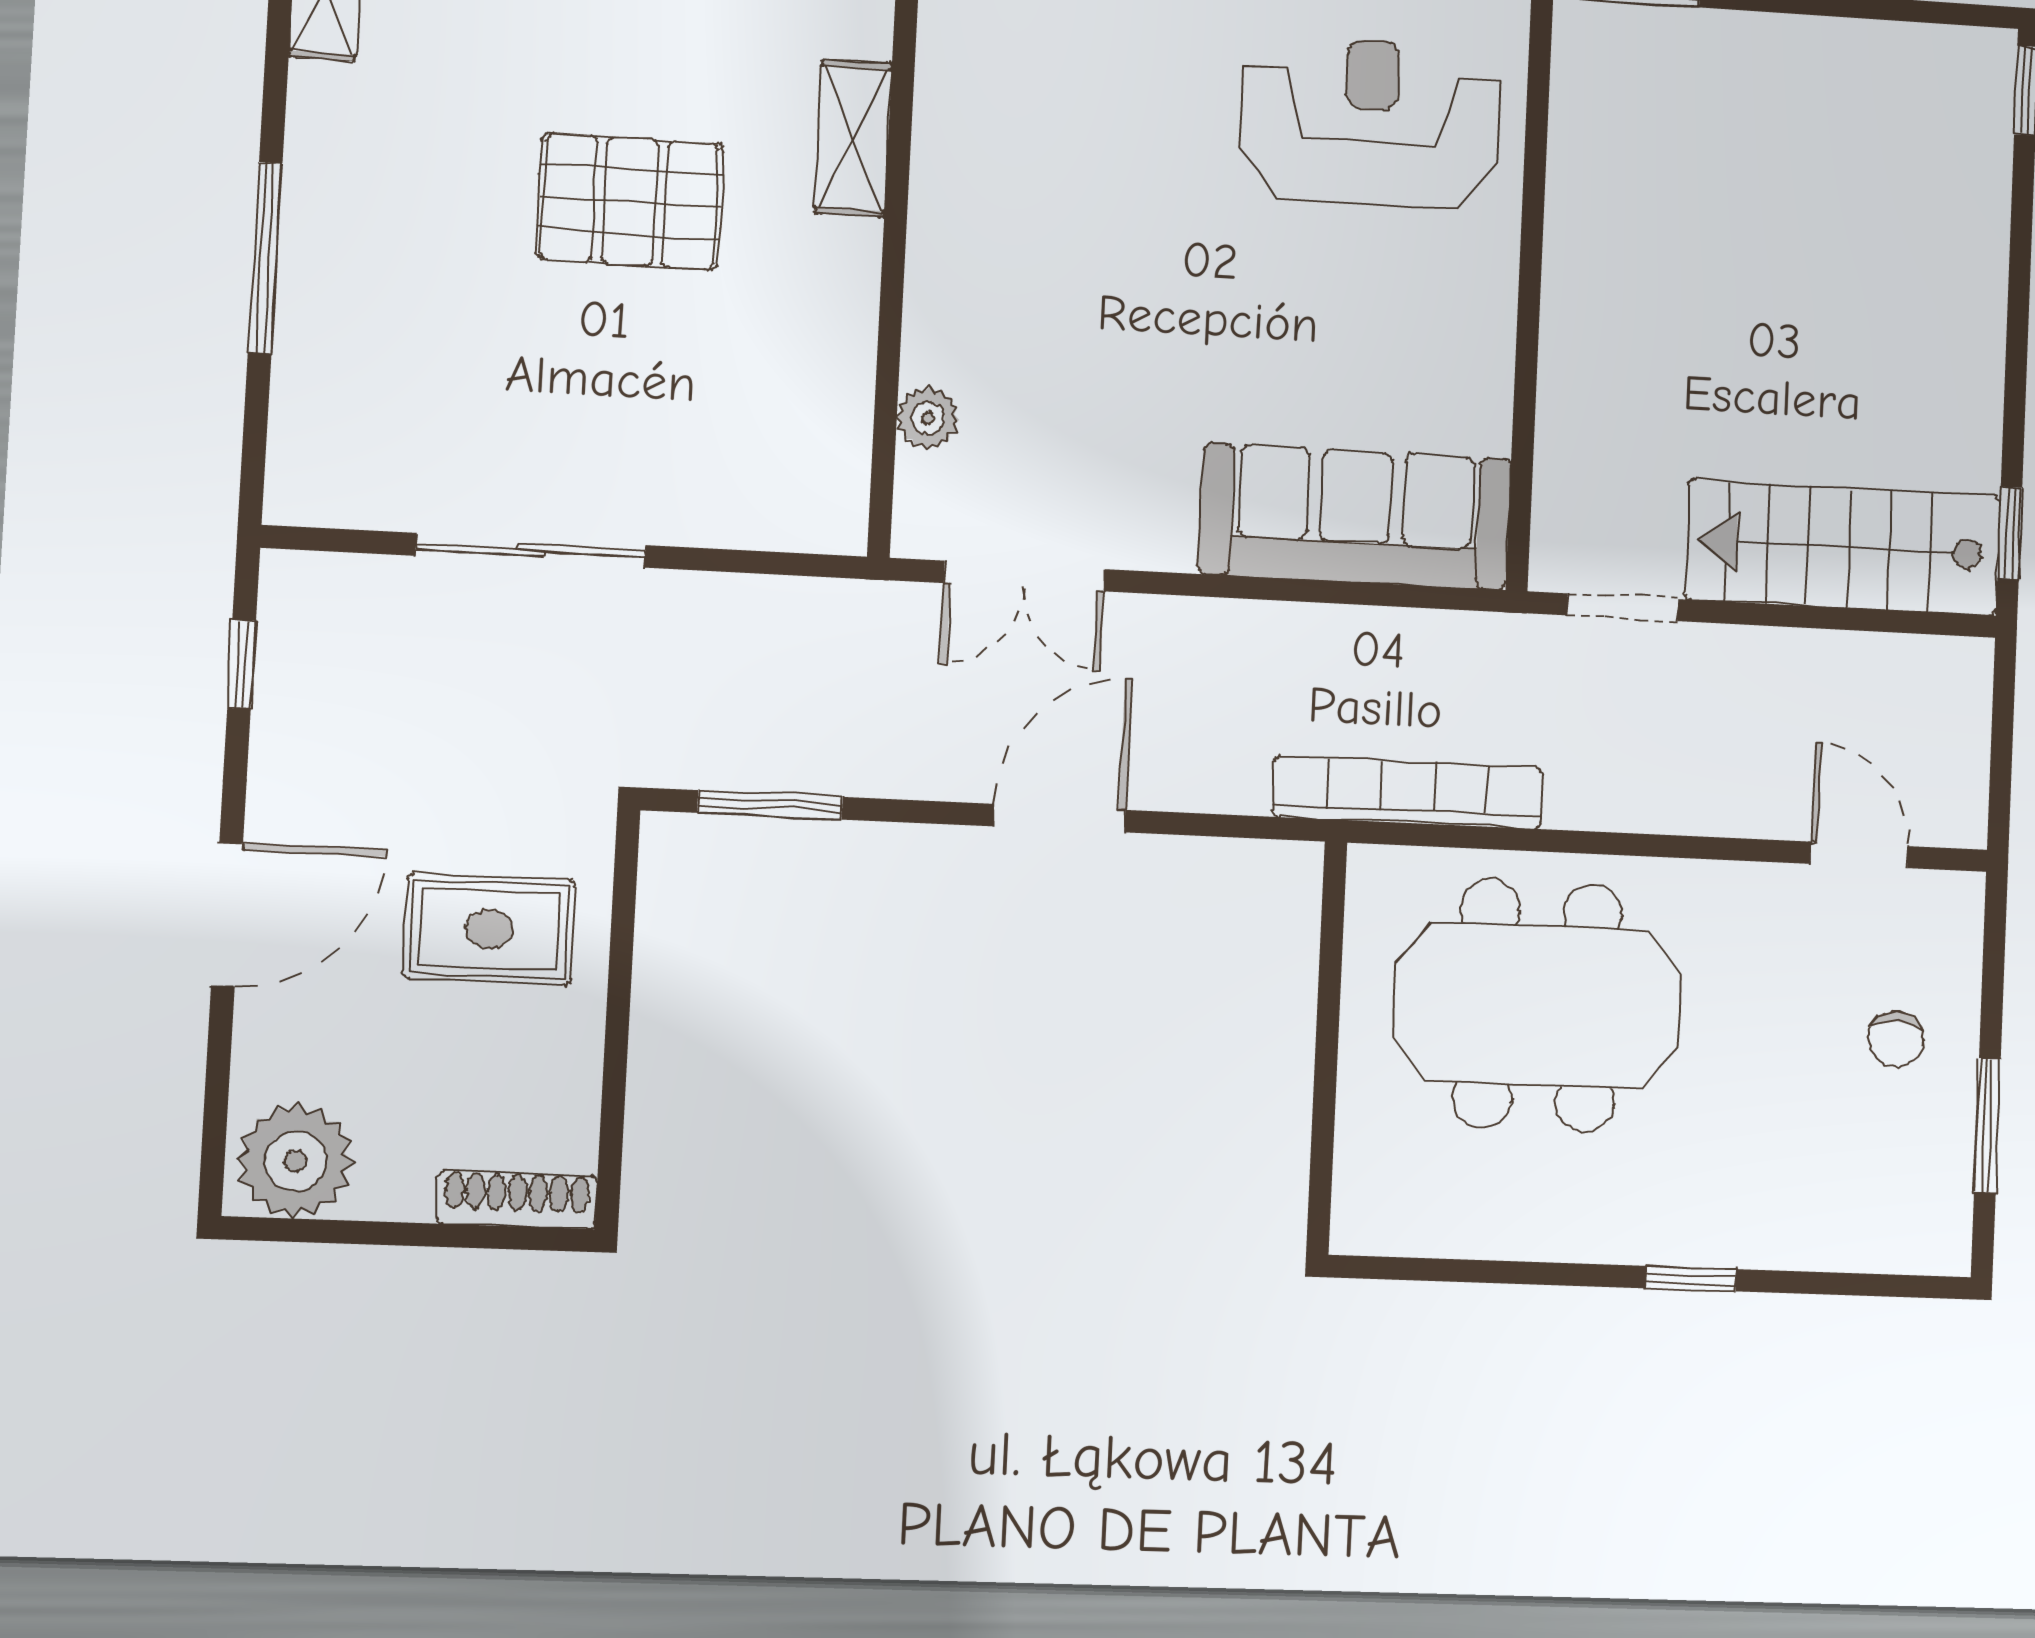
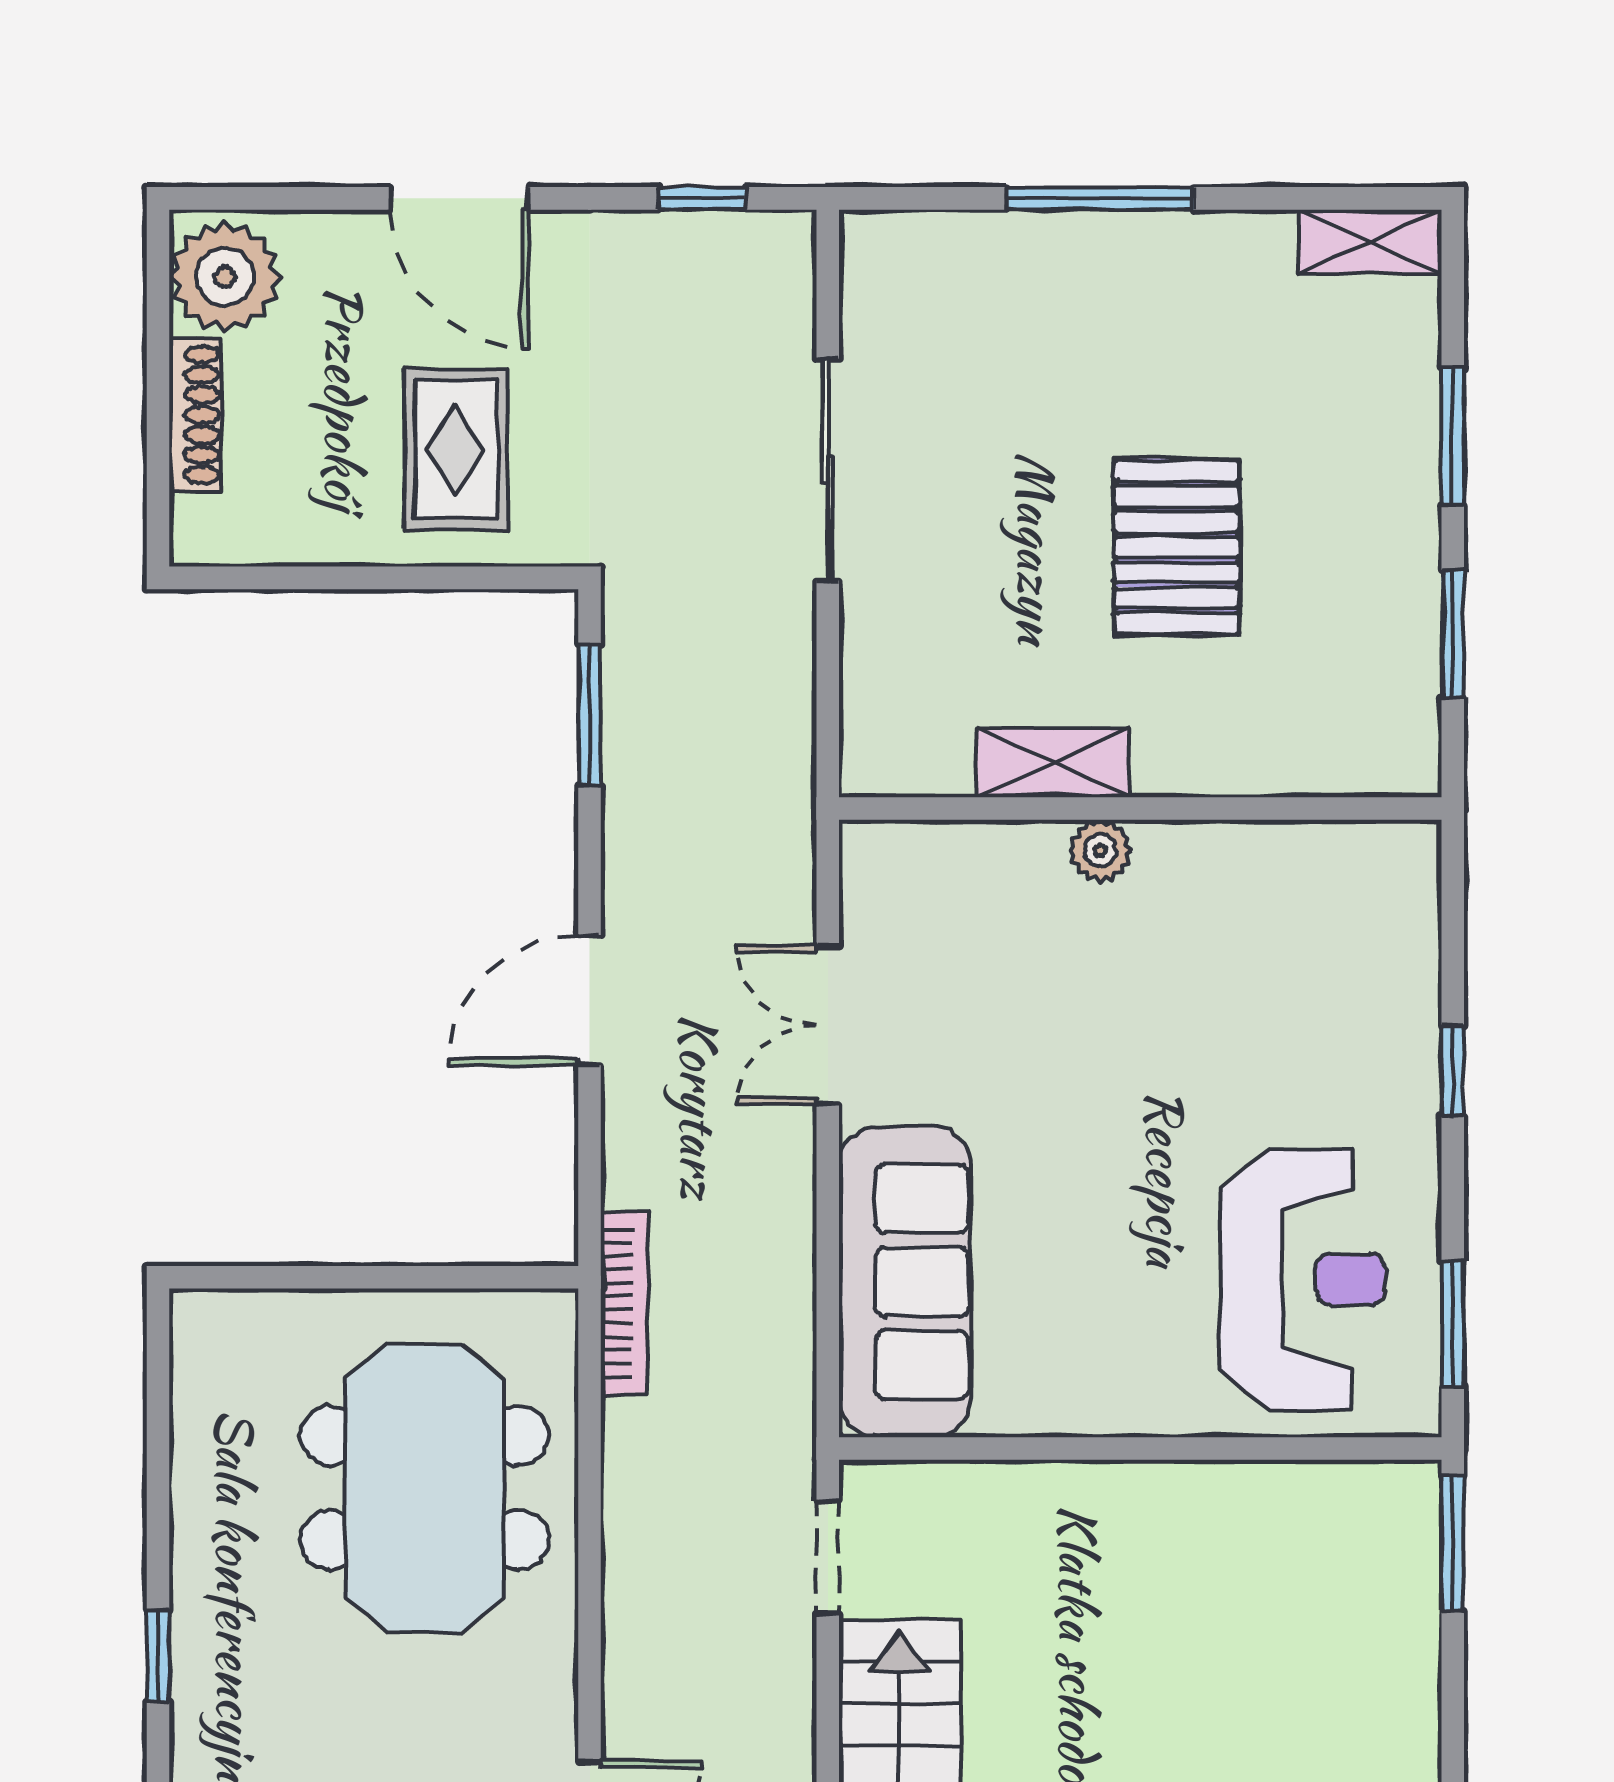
shelving: (853, 138) -> (1053, 763), moved
plant: (928, 418) -> (1100, 851), moved
double door: (1024, 576) -> (828, 1025), moved
bookcase: (1408, 792) -> (624, 1303), width x0.68, depth x0.76
door: (1059, 818) -> (590, 1000), swing flipped
shoe rack: (517, 1200) -> (195, 415), moved

